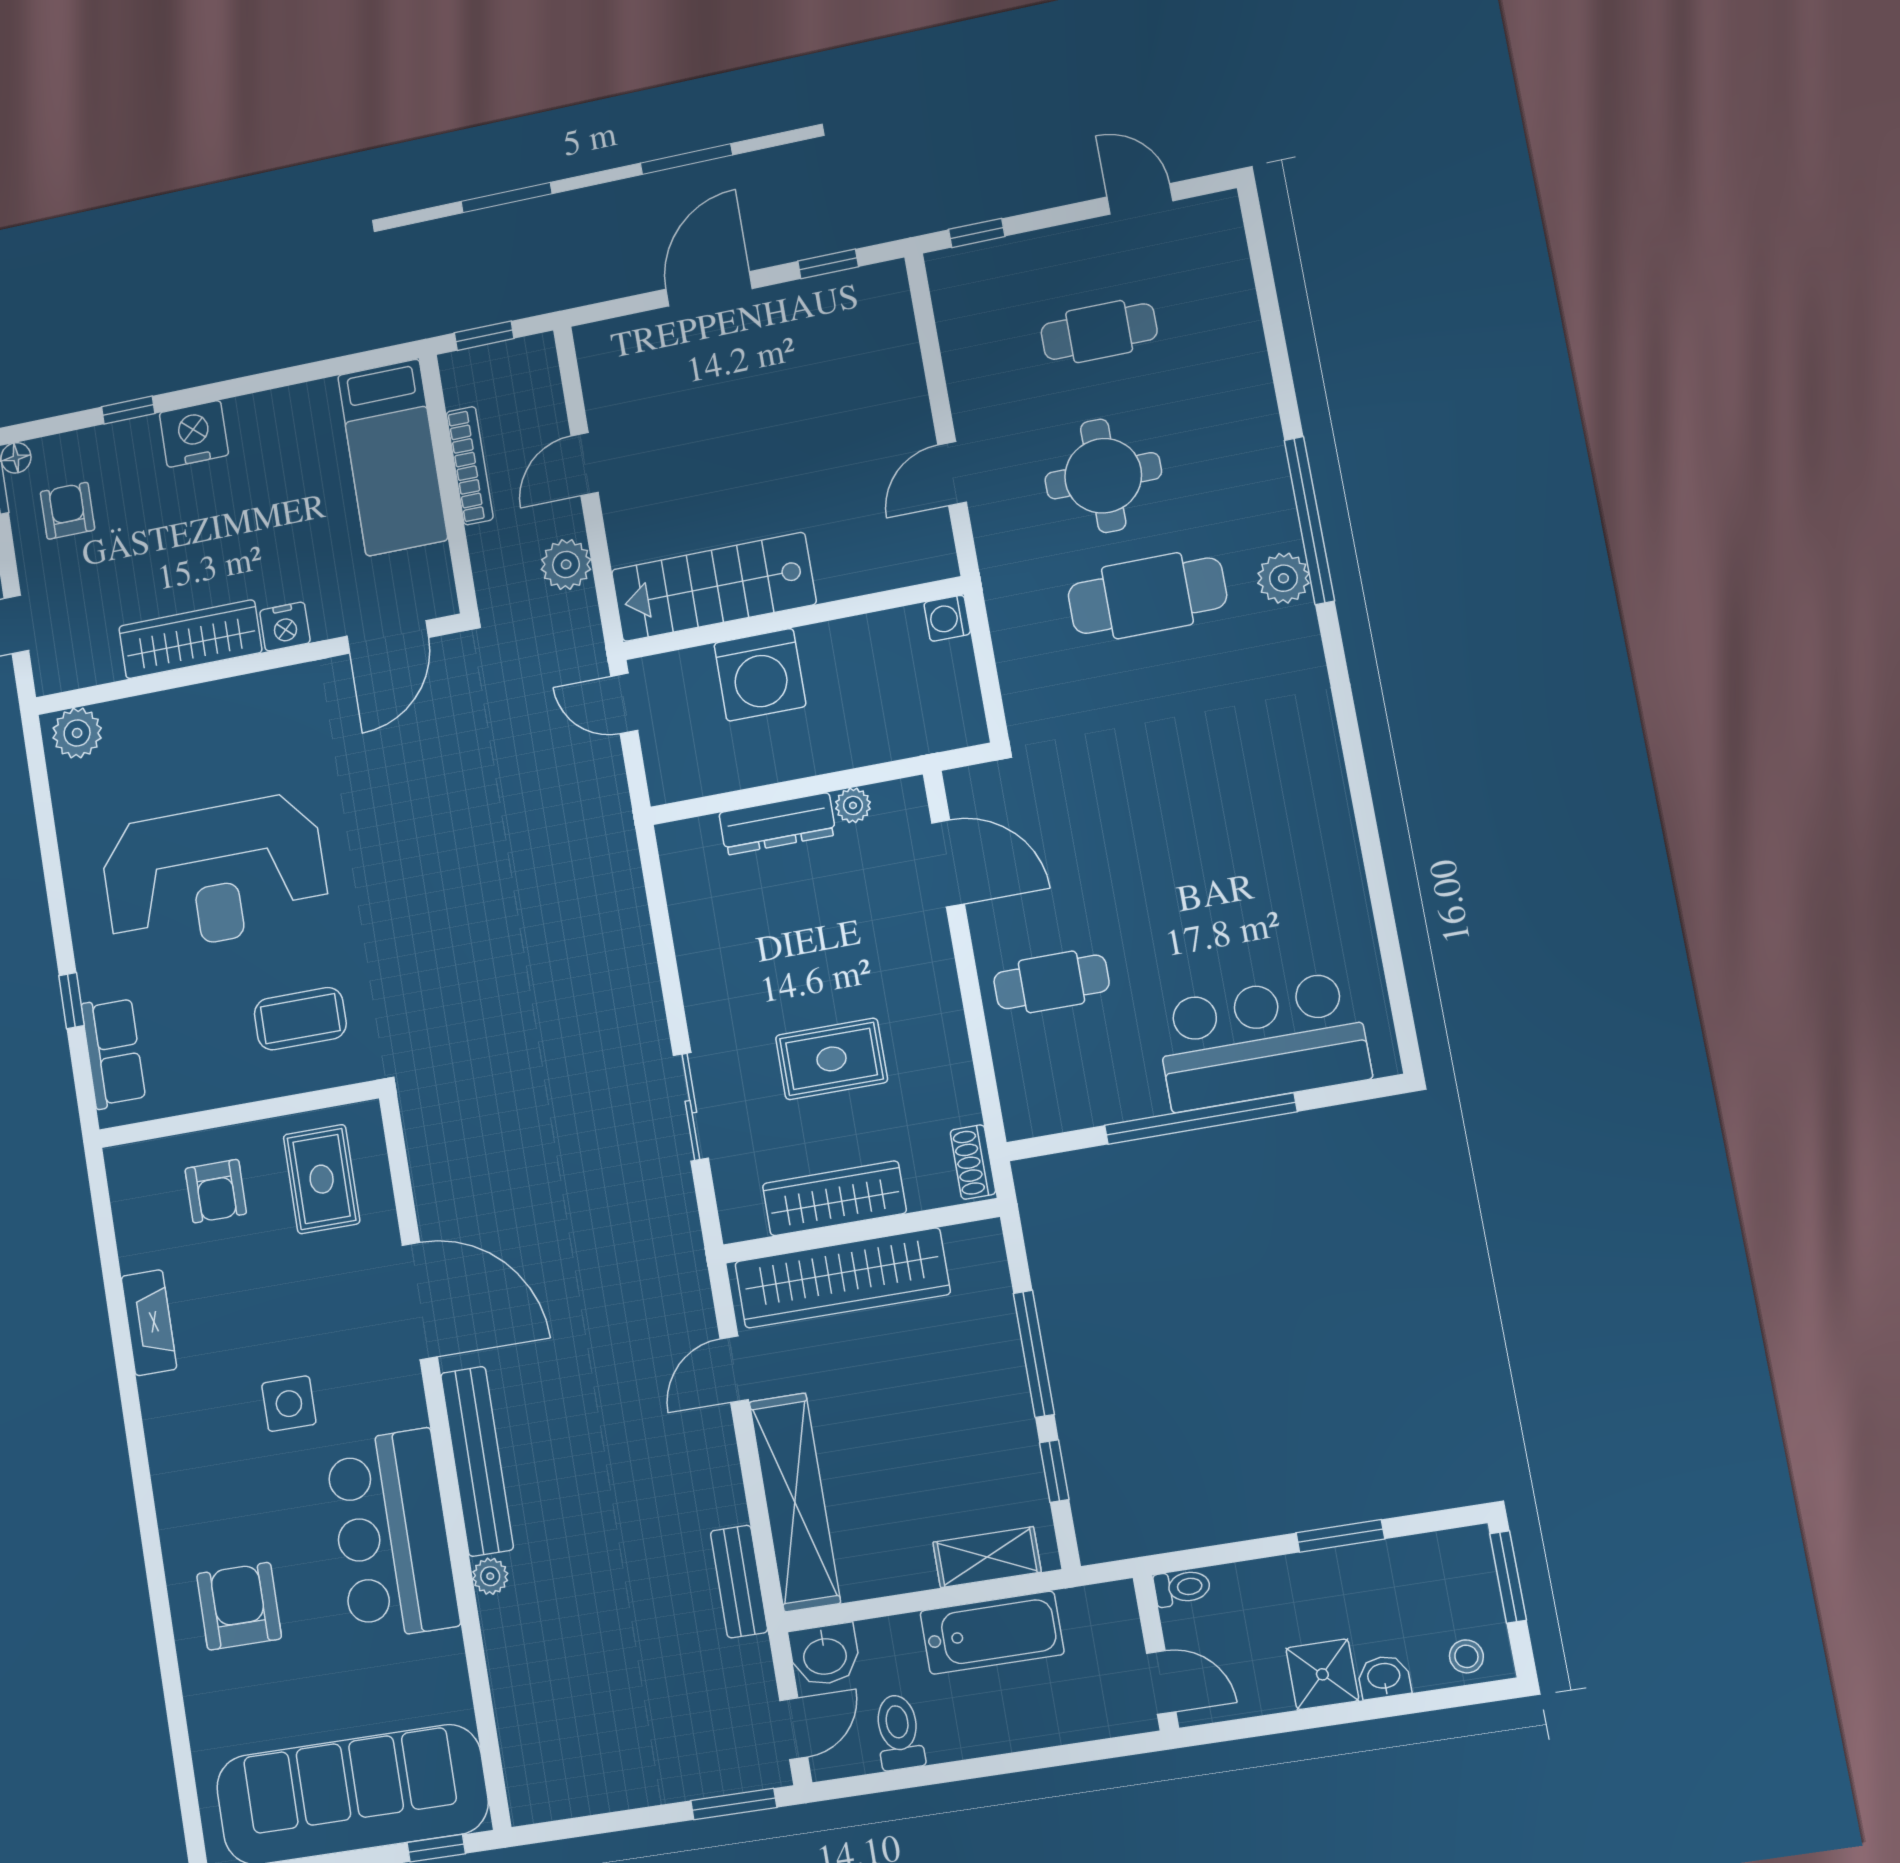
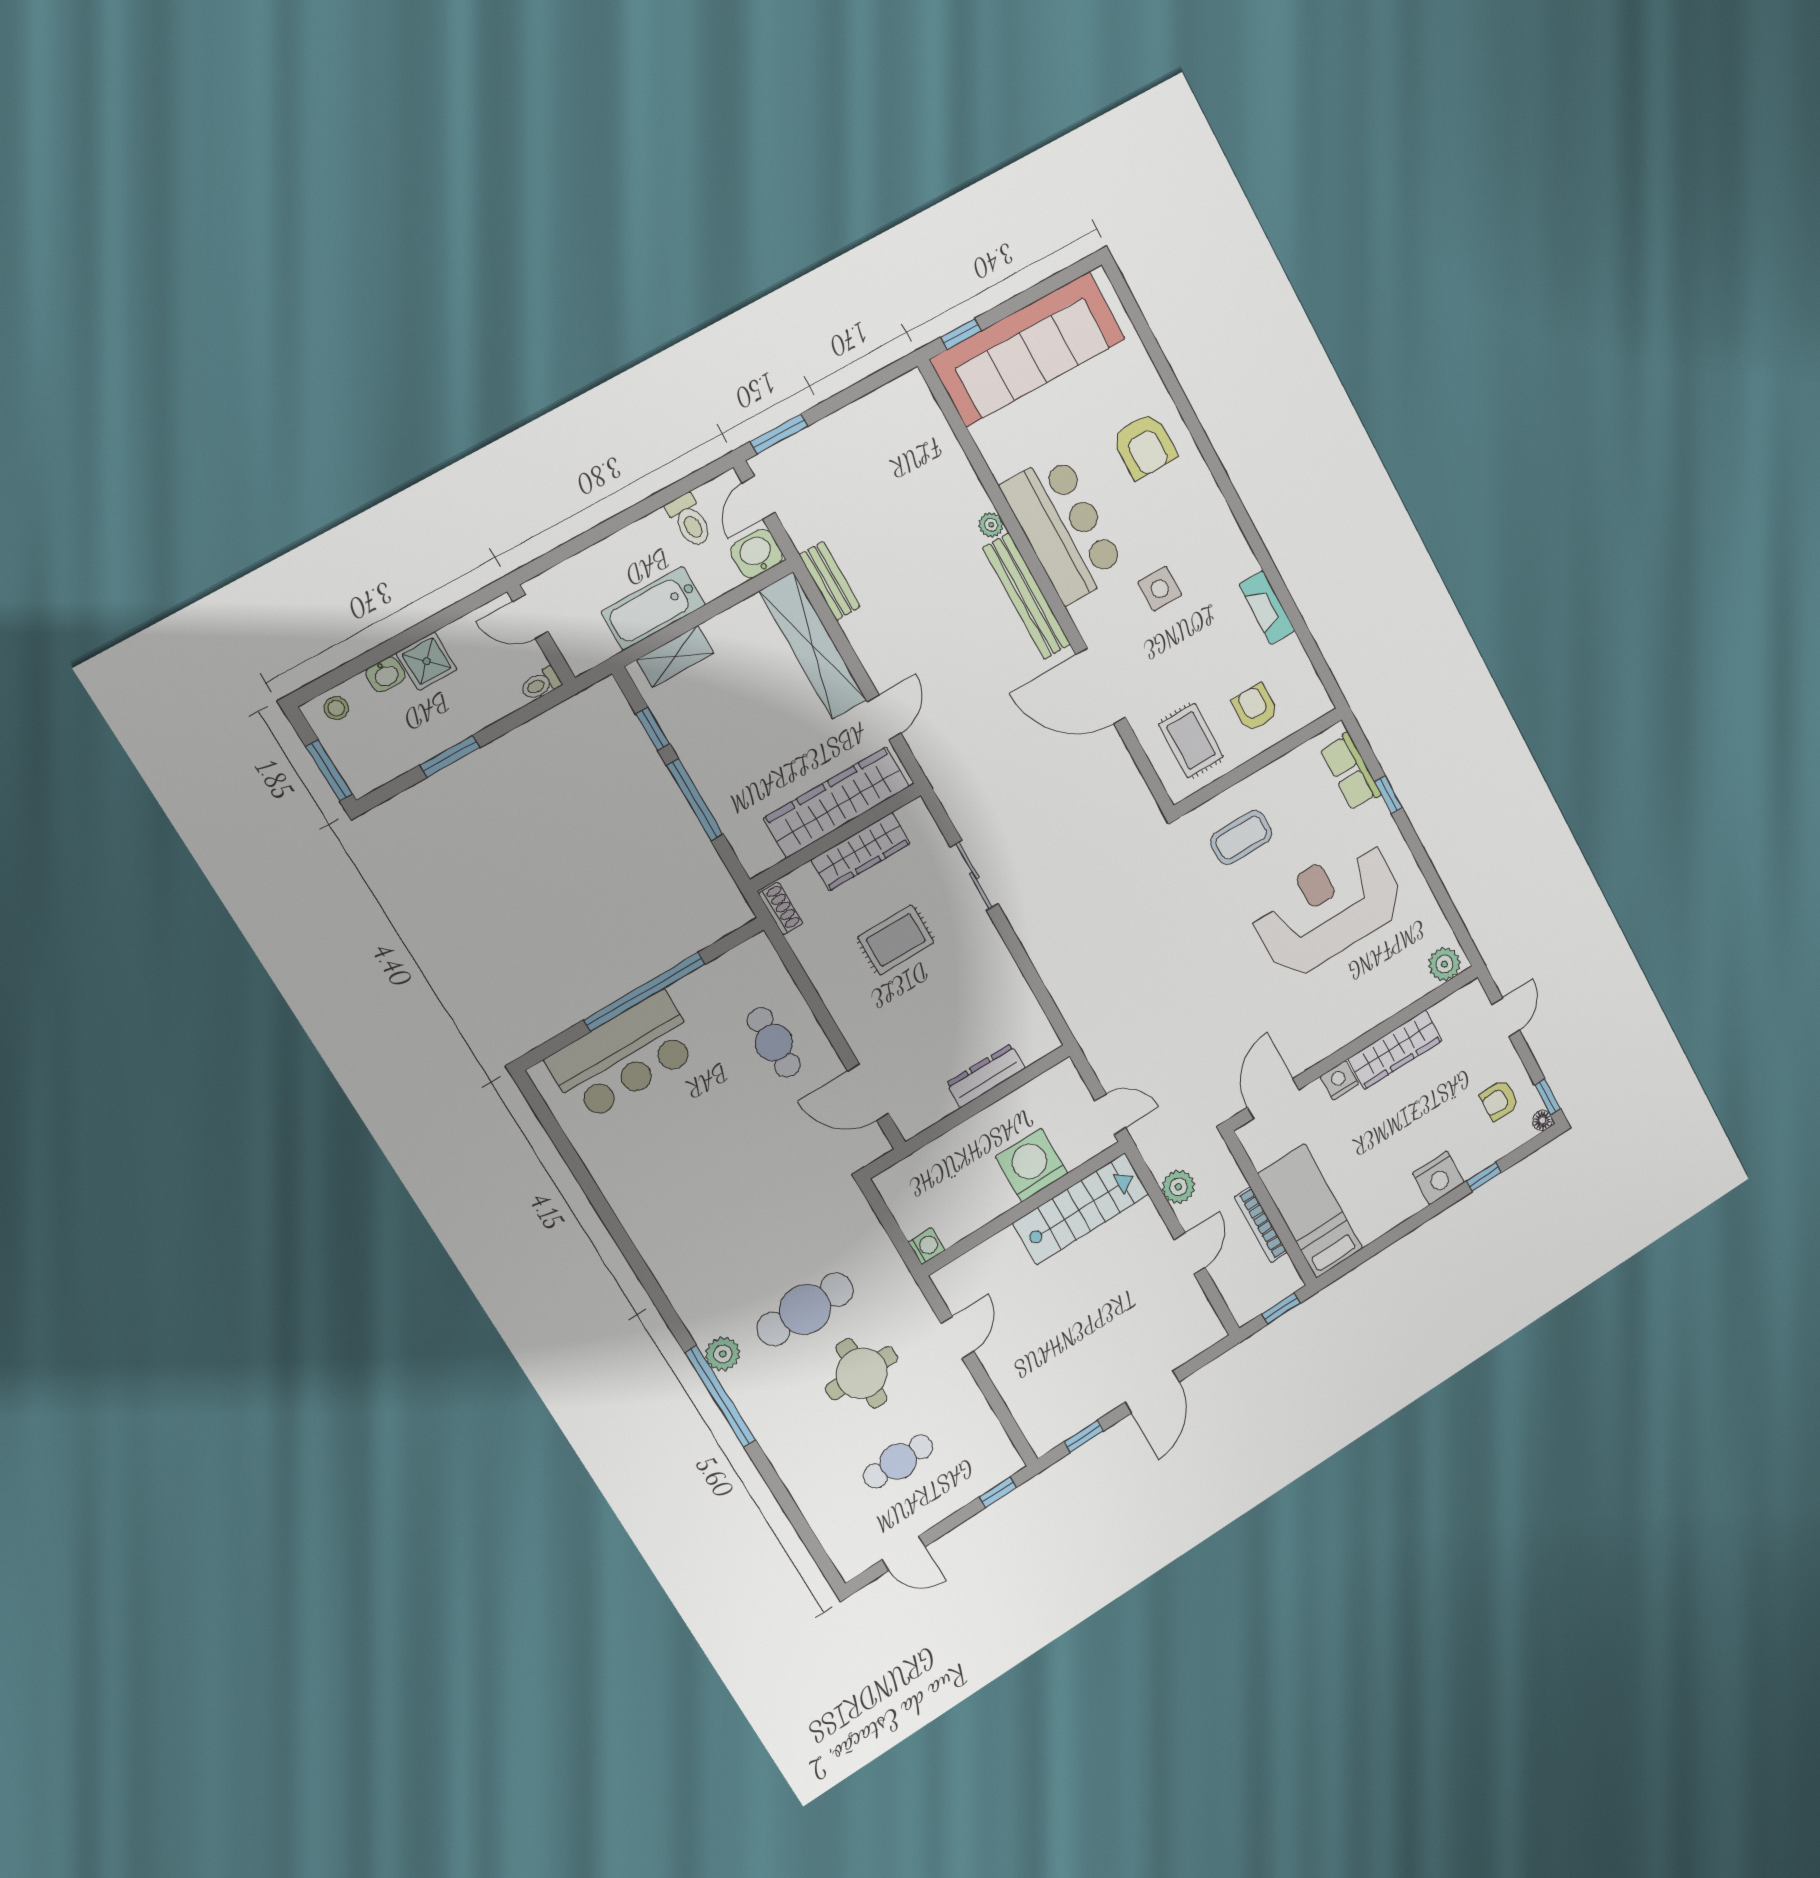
armchair: (68, 511) -> (1499, 1100), turned 90
plant: (853, 805) -> (942, 1106), removed
cafe table: (1051, 982) -> (774, 1042), turned 90

